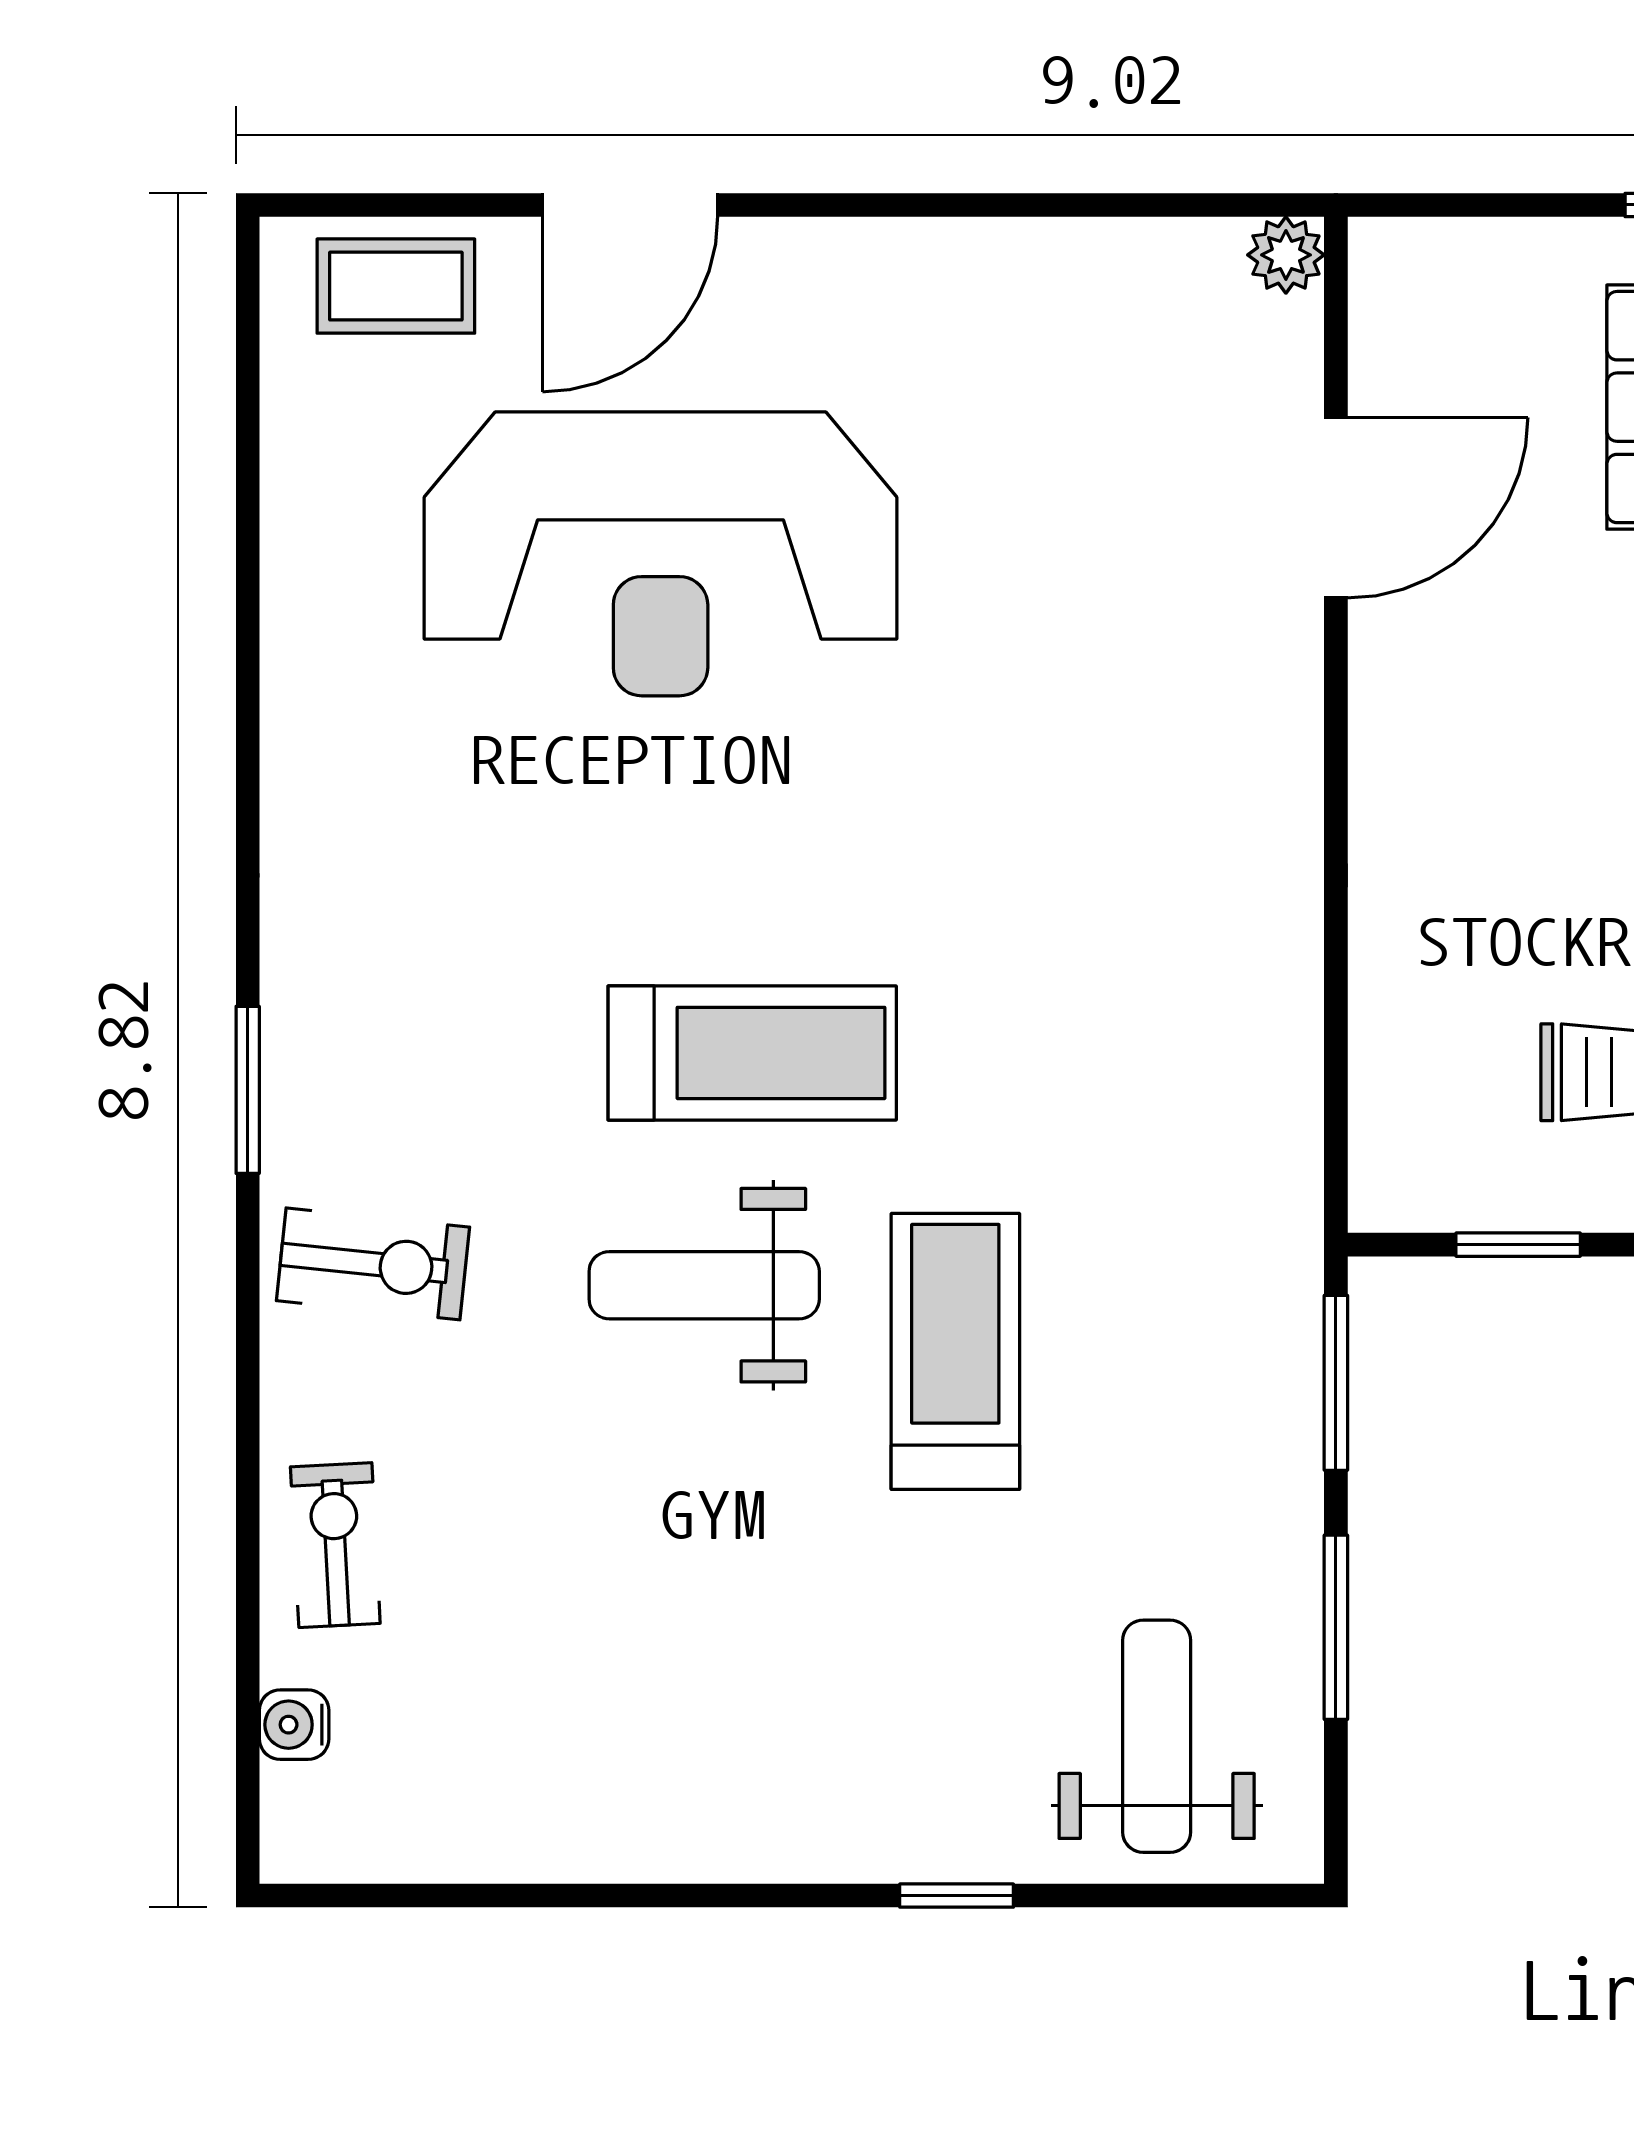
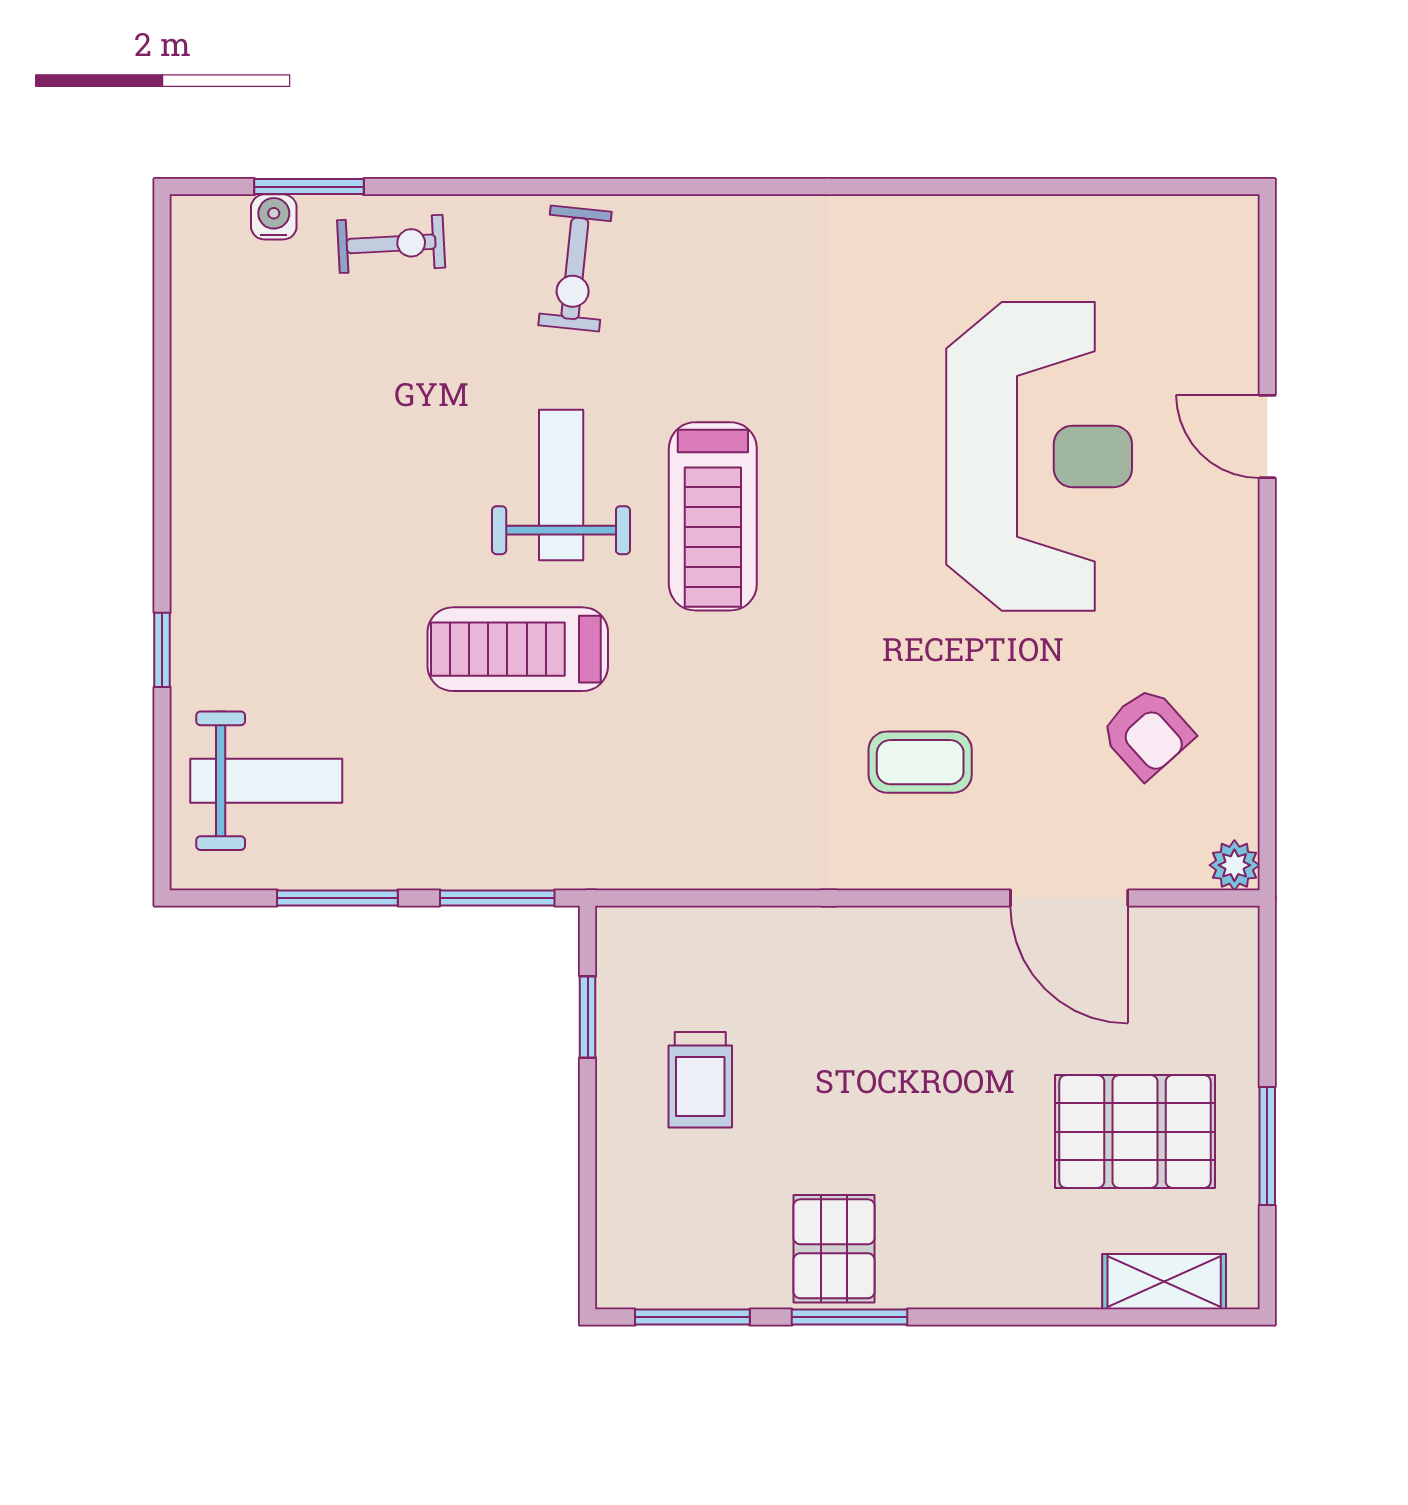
door: (630, 205) -> (1267, 437), width x0.73
coffee table: (396, 286) -> (920, 762), moved, turned 90
armchair: (1084, 389) -> (1147, 733), added
reception desk: (661, 554) -> (1039, 456), turned 180
window: (248, 1090) -> (309, 187), moved
treadmill: (955, 1351) -> (518, 649), turned 180

